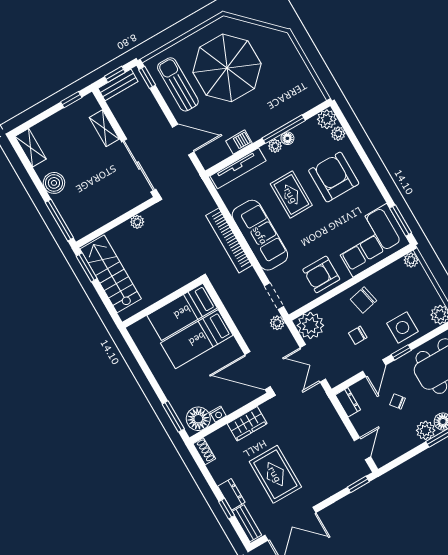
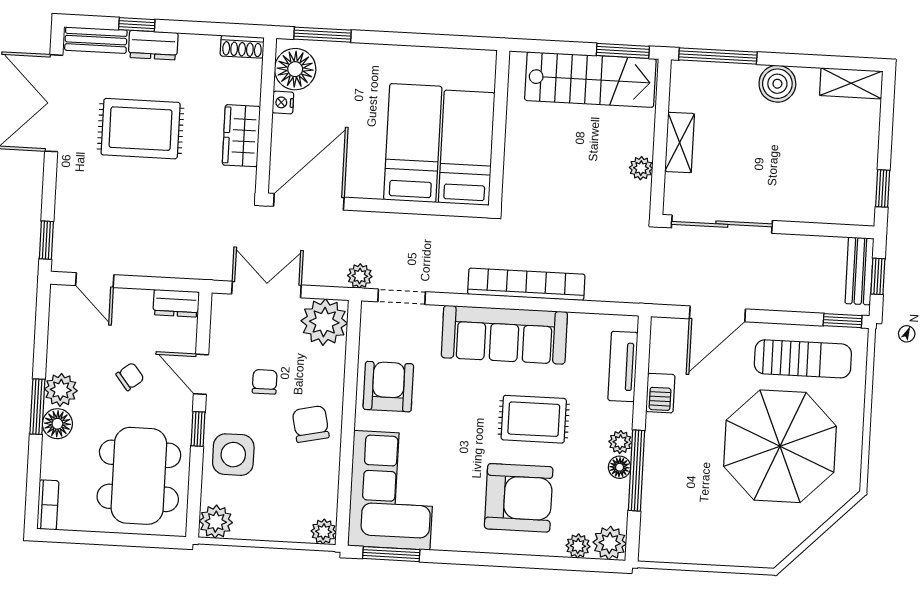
shelving: (104, 128) -> (680, 142), moved, turned 90
tv unit: (238, 168) -> (623, 367), width x0.71

